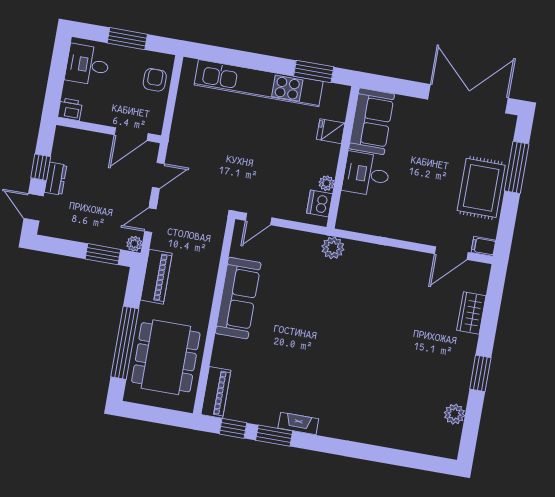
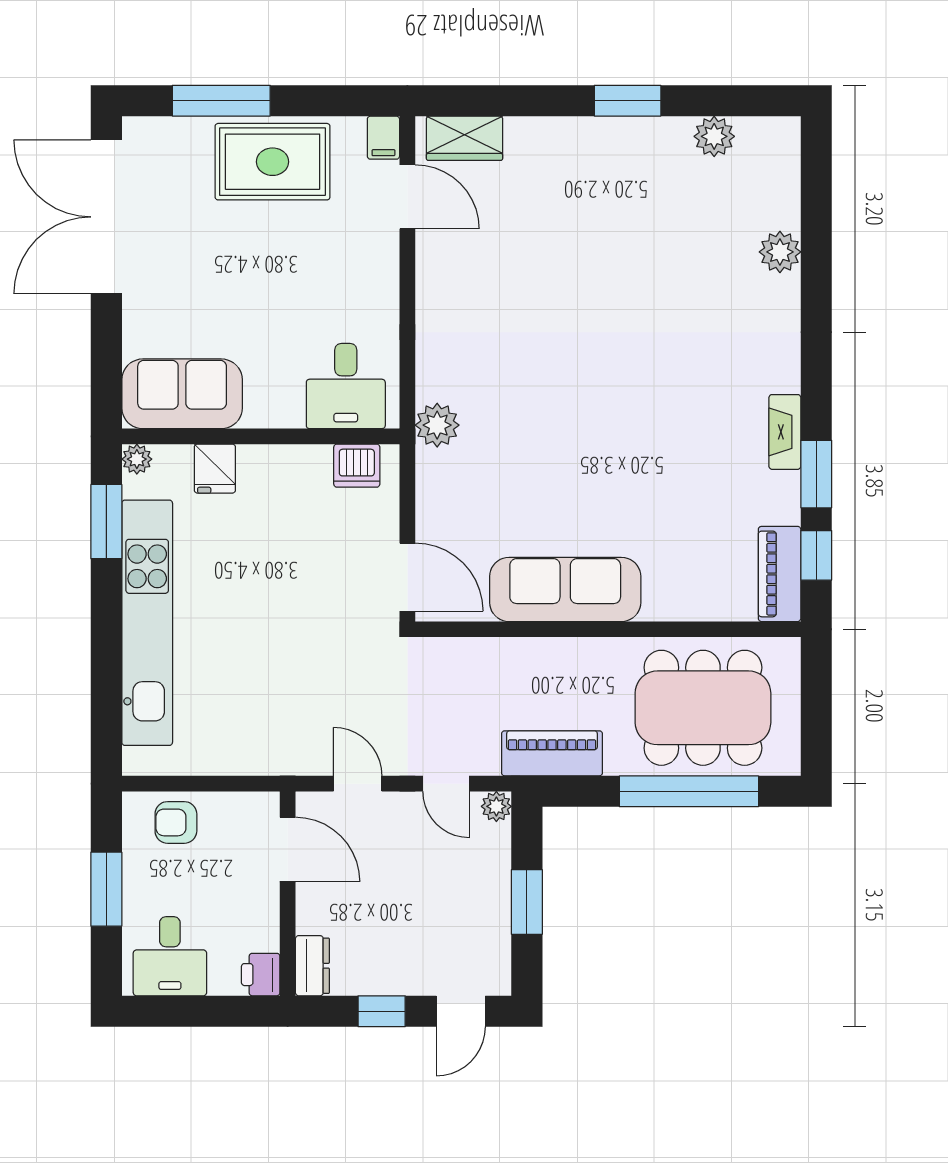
desk: (366, 174) -> (346, 386), moved
dresser: (56, 179) -> (312, 966), moved, turned 90
plant: (327, 183) -> (137, 459), moved
door: (259, 219) -> (407, 577), width x1.38
window: (103, 254) -> (527, 902), moved
wardrobe: (471, 313) -> (464, 138), moved
piano: (216, 392) -> (780, 574), moved, turned -90
plant: (390, 437) -> (780, 252), added

